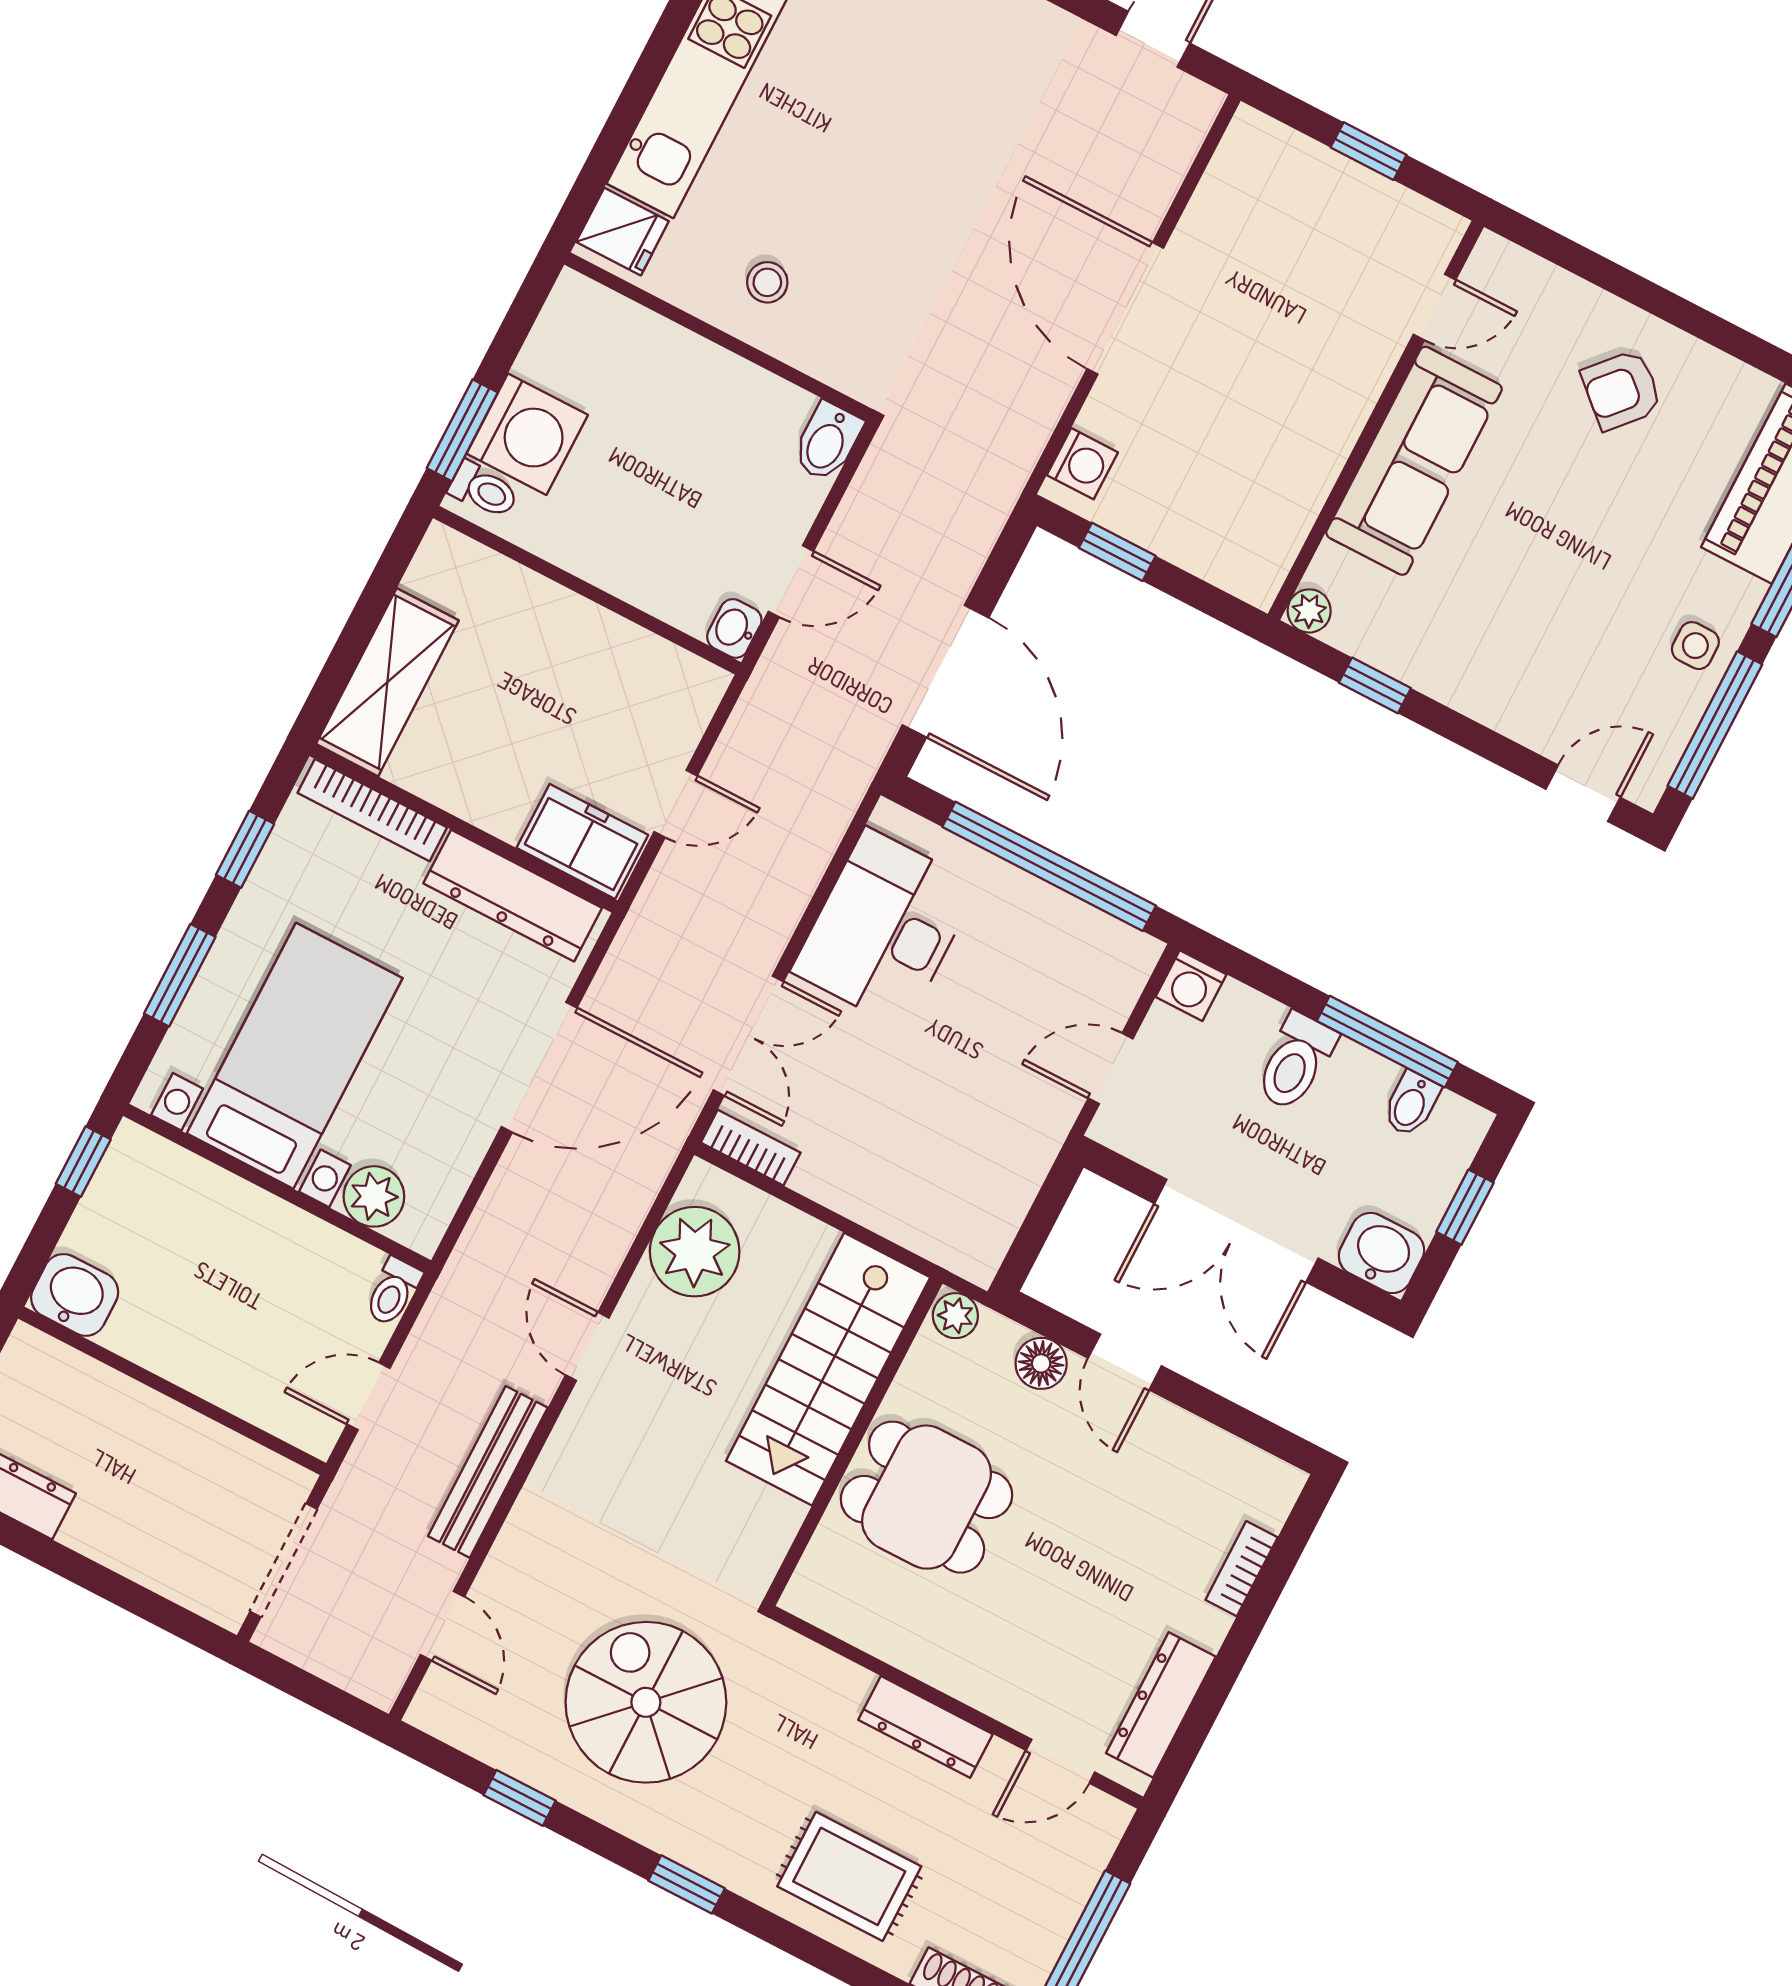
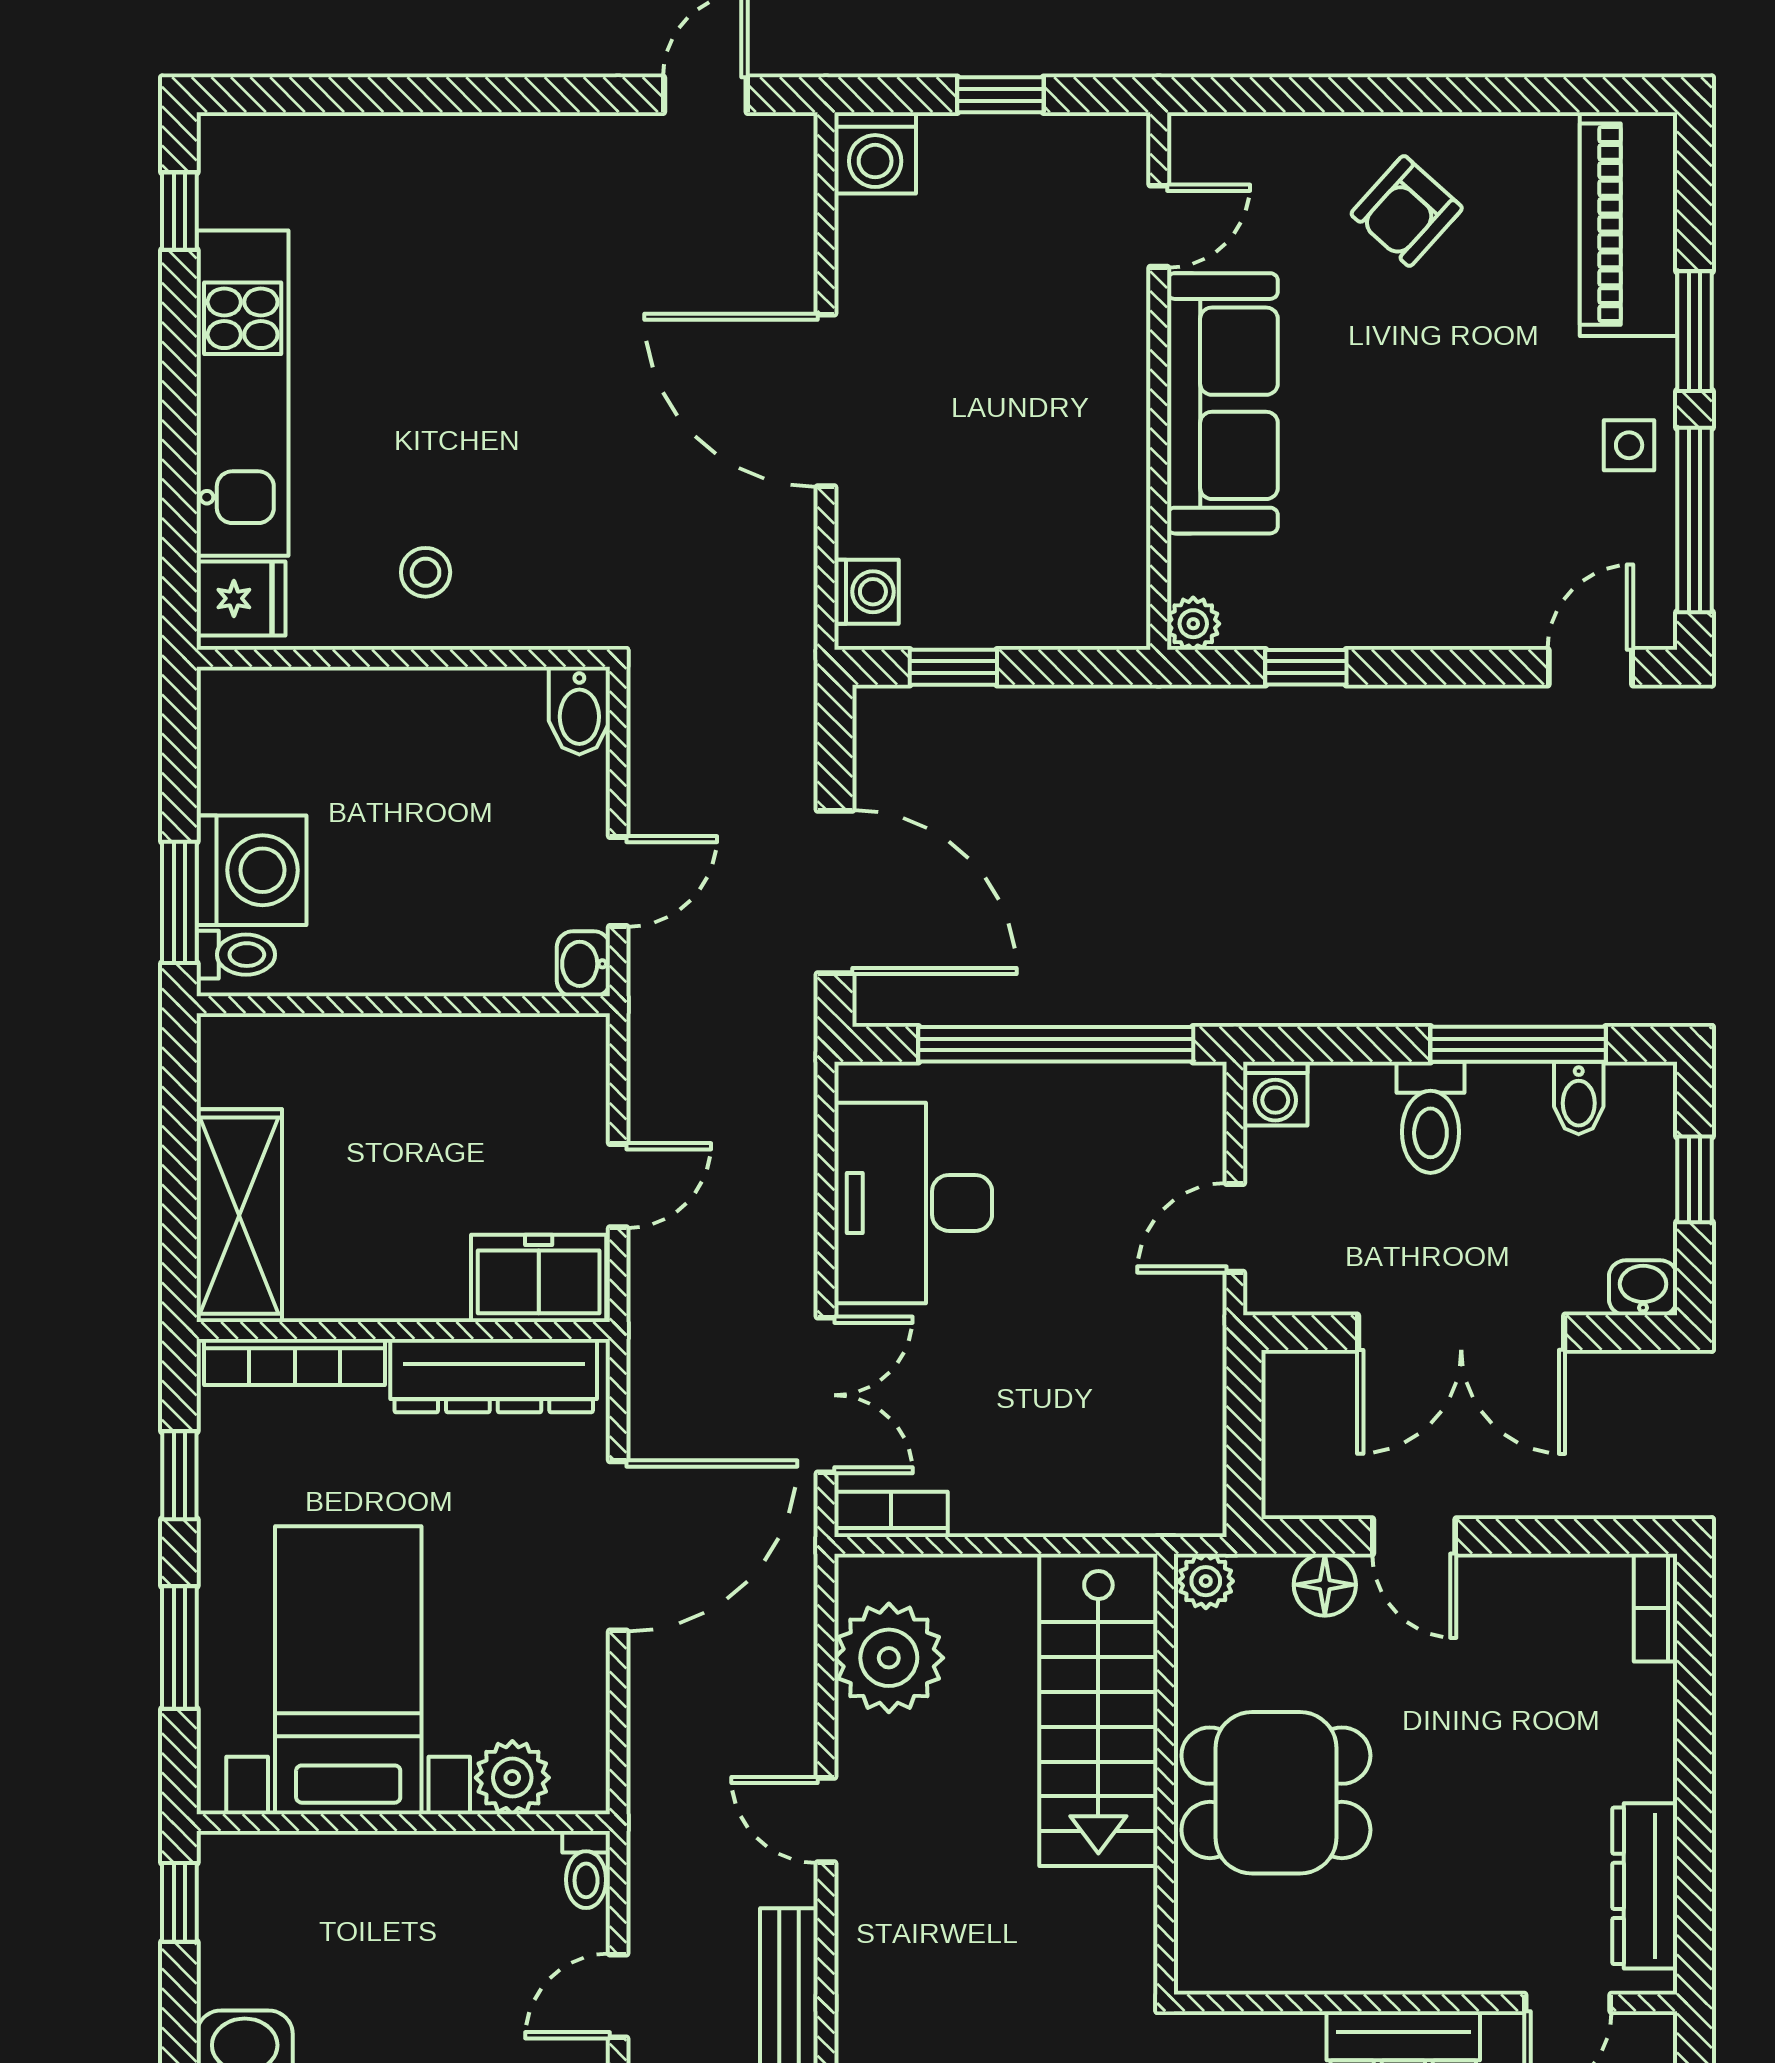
washing machine: (1255, 146) -> (875, 153), added
washbasin: (1381, 1253) -> (1643, 1288), width x0.72, depth x0.69
bookcase: (1242, 1569) -> (1656, 1608), moved

